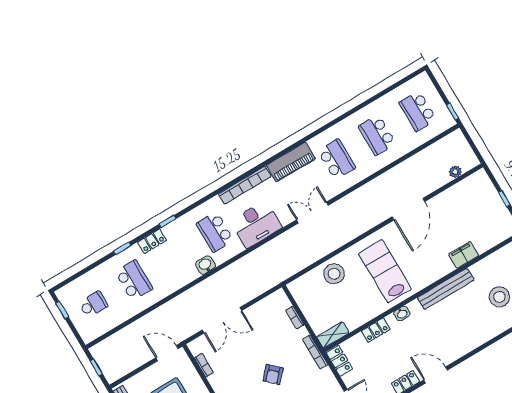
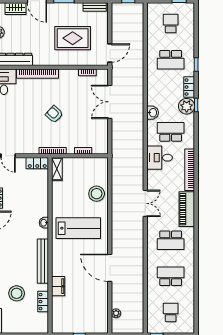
school desk: (418, 111) -> (171, 312), width x0.54
desk: (256, 224) -> (160, 158), width x0.73
plant: (176, 231) -> (187, 106), added
school desk: (93, 304) -> (171, 24), turned 180
locker: (376, 330) -> (43, 302), moved

